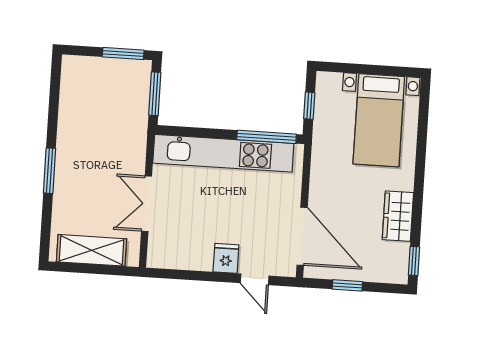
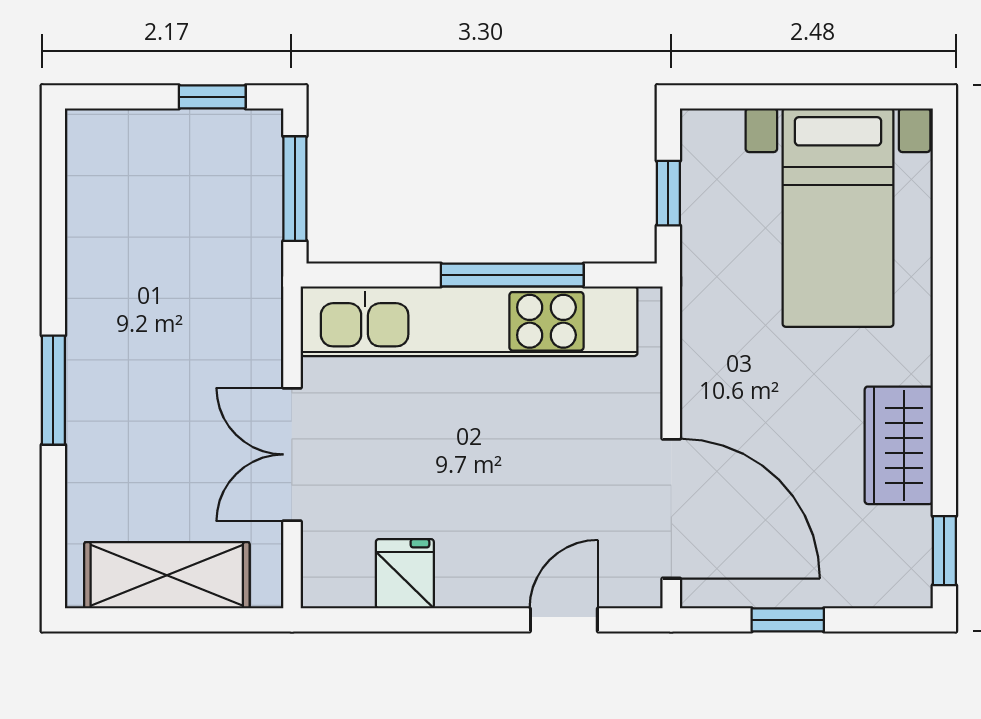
window: (123, 54) -> (212, 97), width x0.67
window: (267, 137) -> (512, 275), moved
fridge: (226, 258) -> (405, 574), moved
door: (255, 279) -> (564, 620), swing flipped

